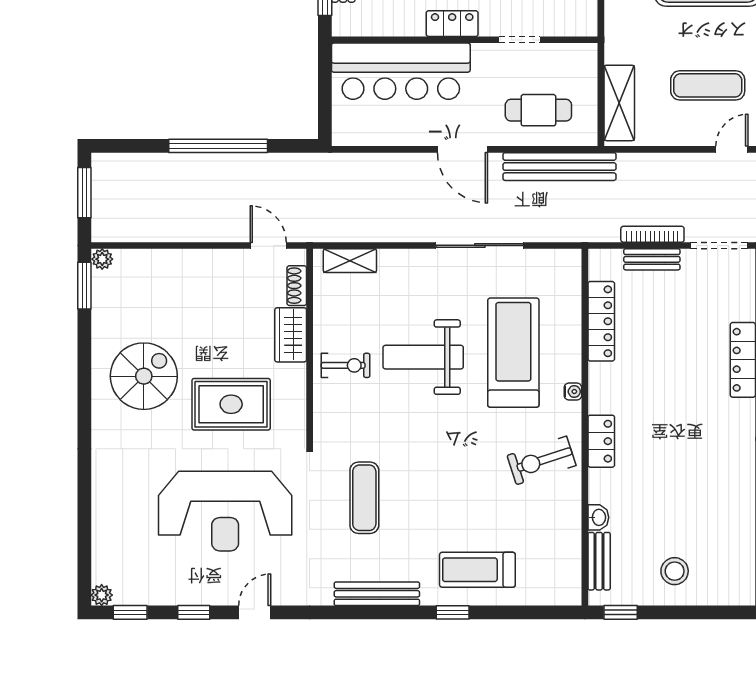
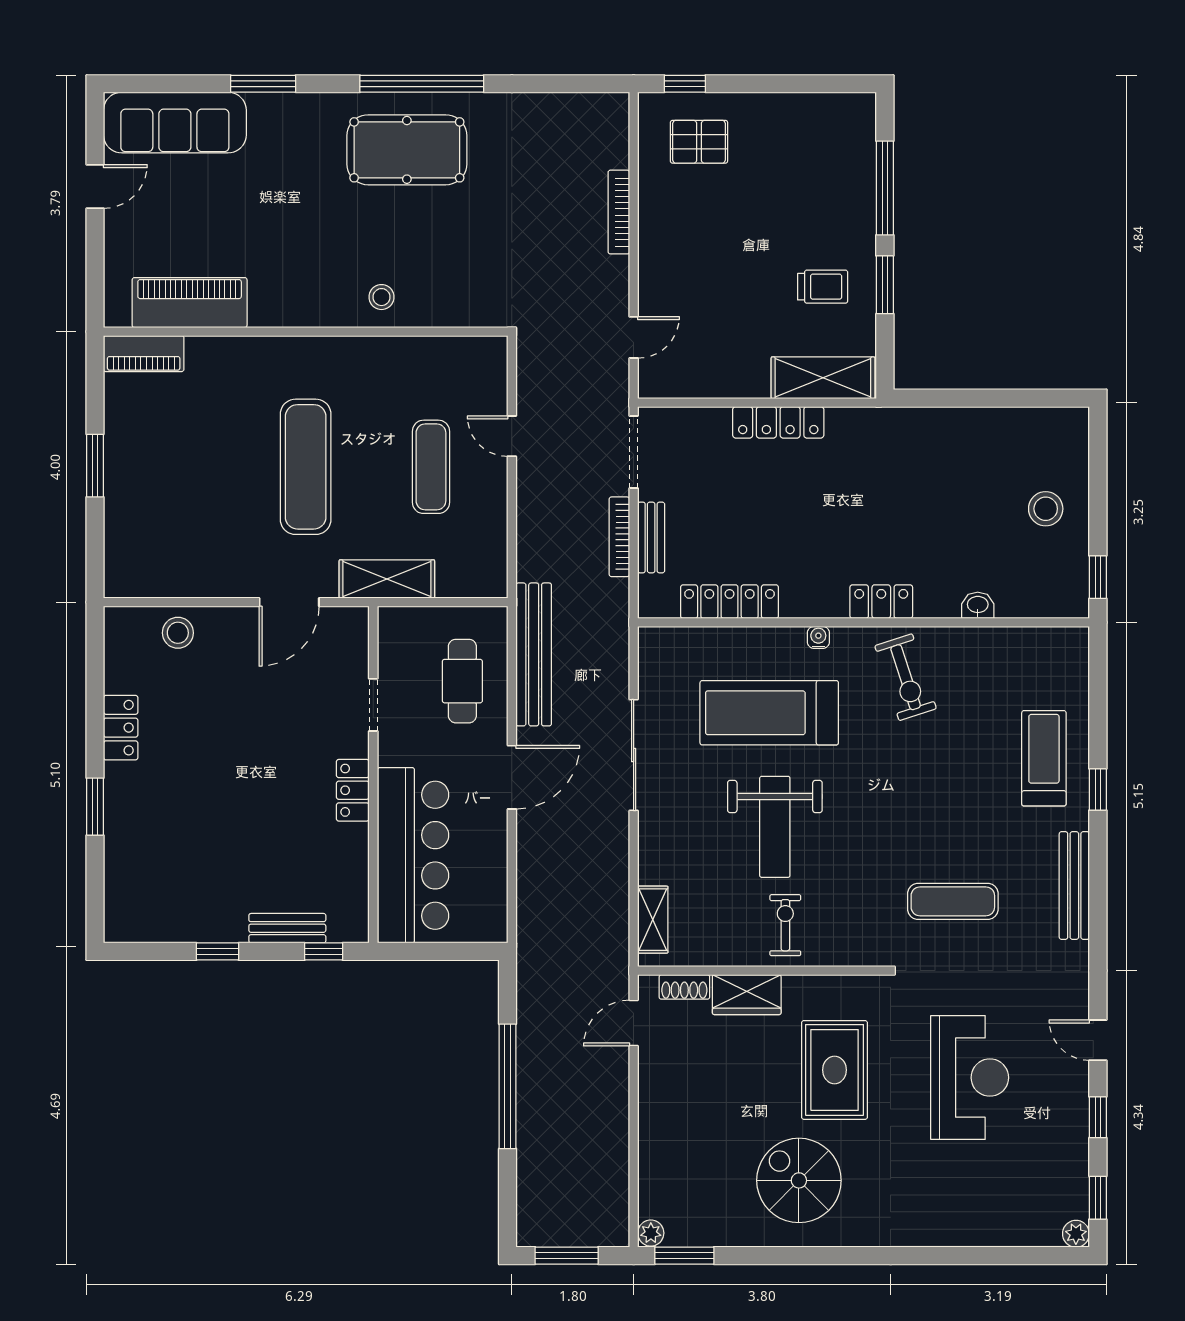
shelving: (619, 103) -> (387, 579), moved
reception desk: (225, 511) -> (970, 1078), width x0.74, depth x0.77
bench: (599, 561) -> (1033, 604), removed
treadmill: (477, 570) -> (1044, 758), turned 180

